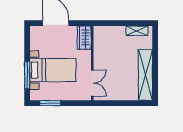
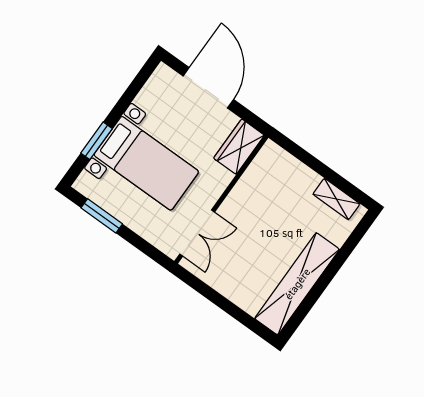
window: (27, 75) -> (96, 141), width x0.69

